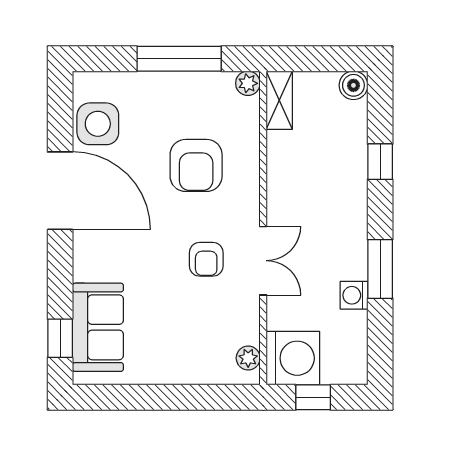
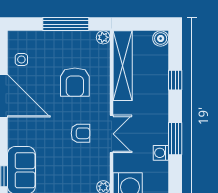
shelving: (279, 100) -> (123, 66), width x2.20, depth x1.33
side table: (98, 124) -> (21, 59), width x0.54, depth x0.54
armchair: (206, 259) -> (80, 133), turned -90

